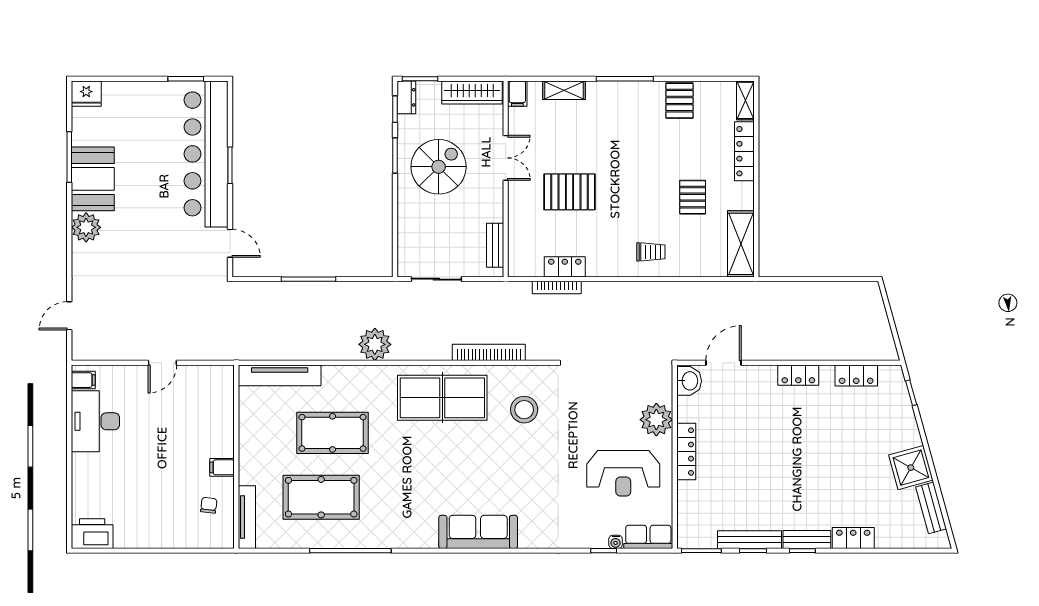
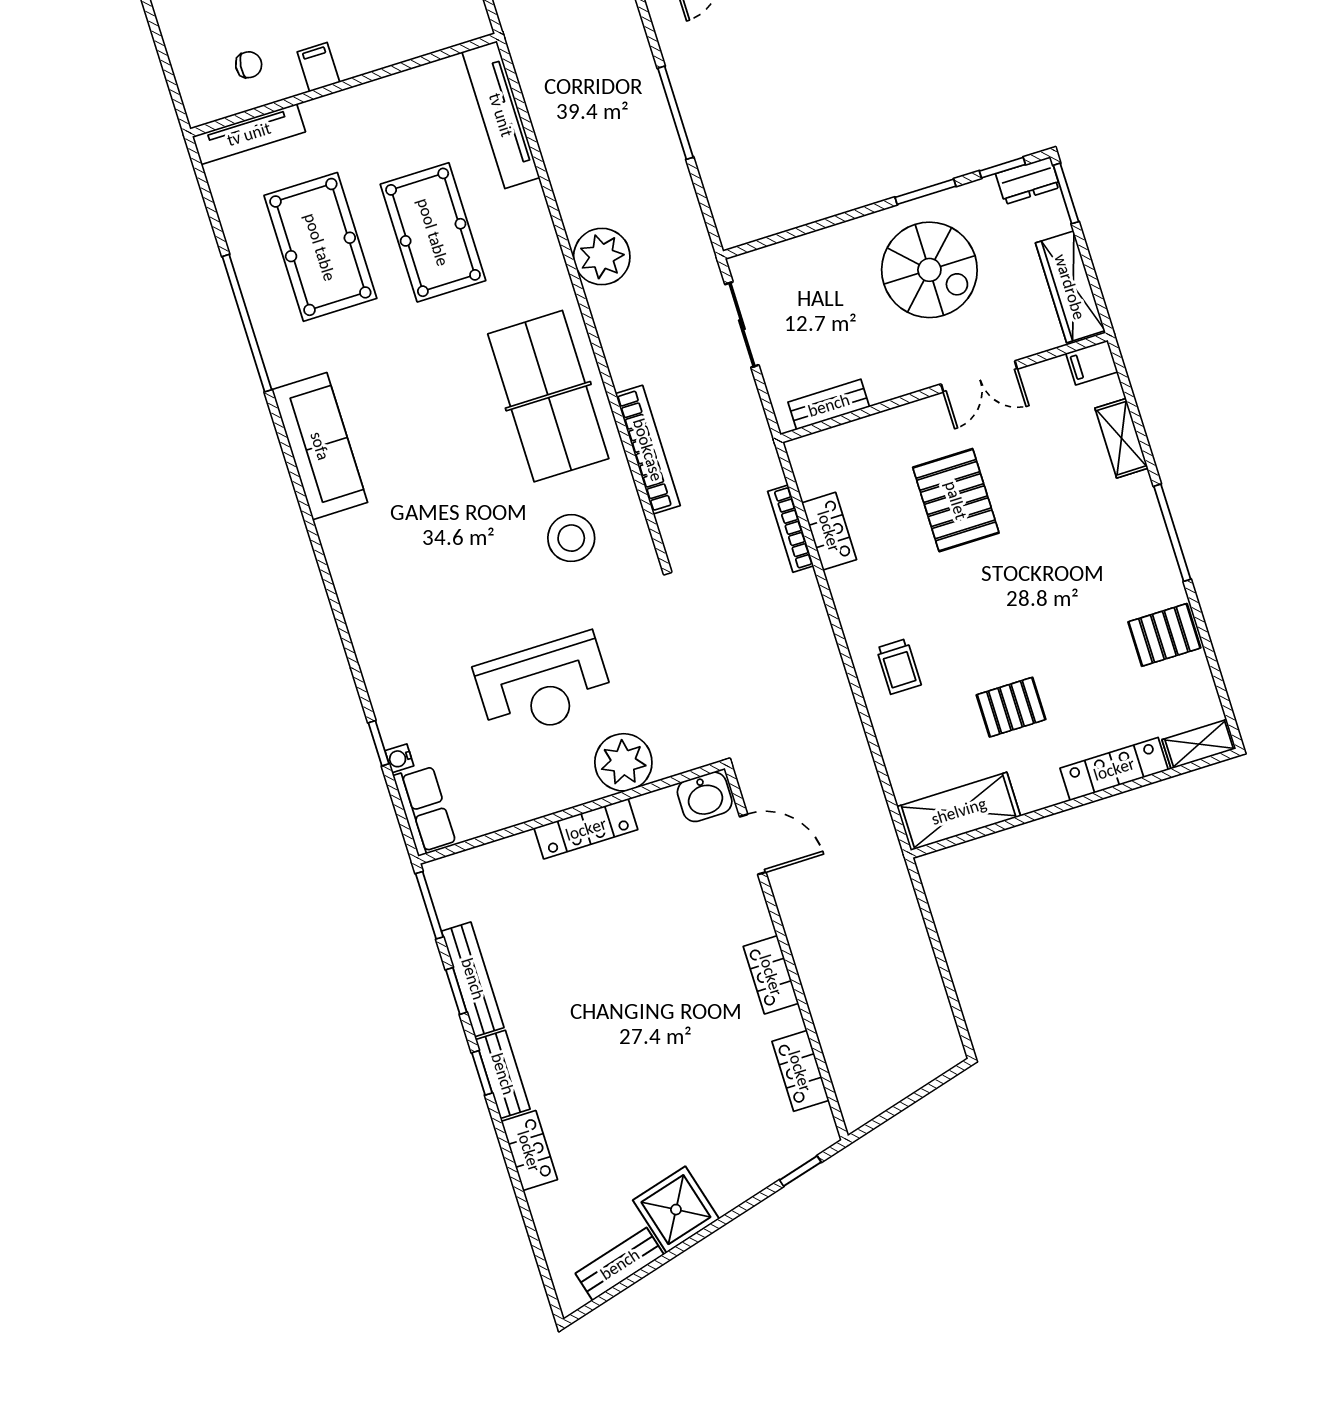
reception desk: (623, 473) -> (544, 686), moved, turned -90
sofa: (478, 532) -> (320, 446), moved

